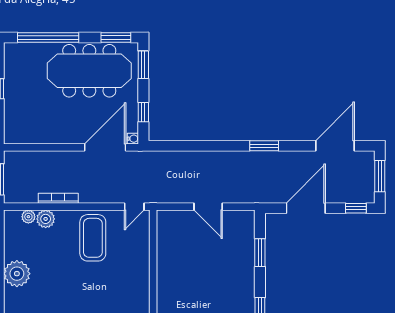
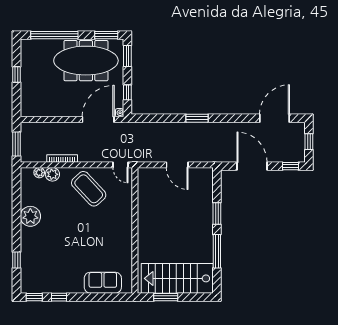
window: (264, 146) -> (197, 118), moved
window: (380, 176) -> (309, 142), width x0.67
door: (134, 207) -> (120, 165), hinge flipped
door: (306, 208) -> (252, 166), hinge flipped
coffee table: (93, 238) -> (89, 189), turned -43
window: (260, 253) -> (217, 213), moved

